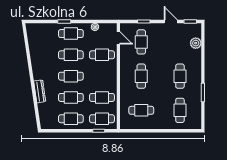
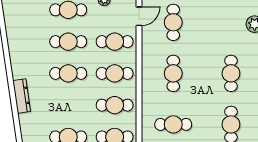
door: (118, 38) -> (139, 16), hinge flipped
cafe table: (71, 97) -> (115, 73), moved

